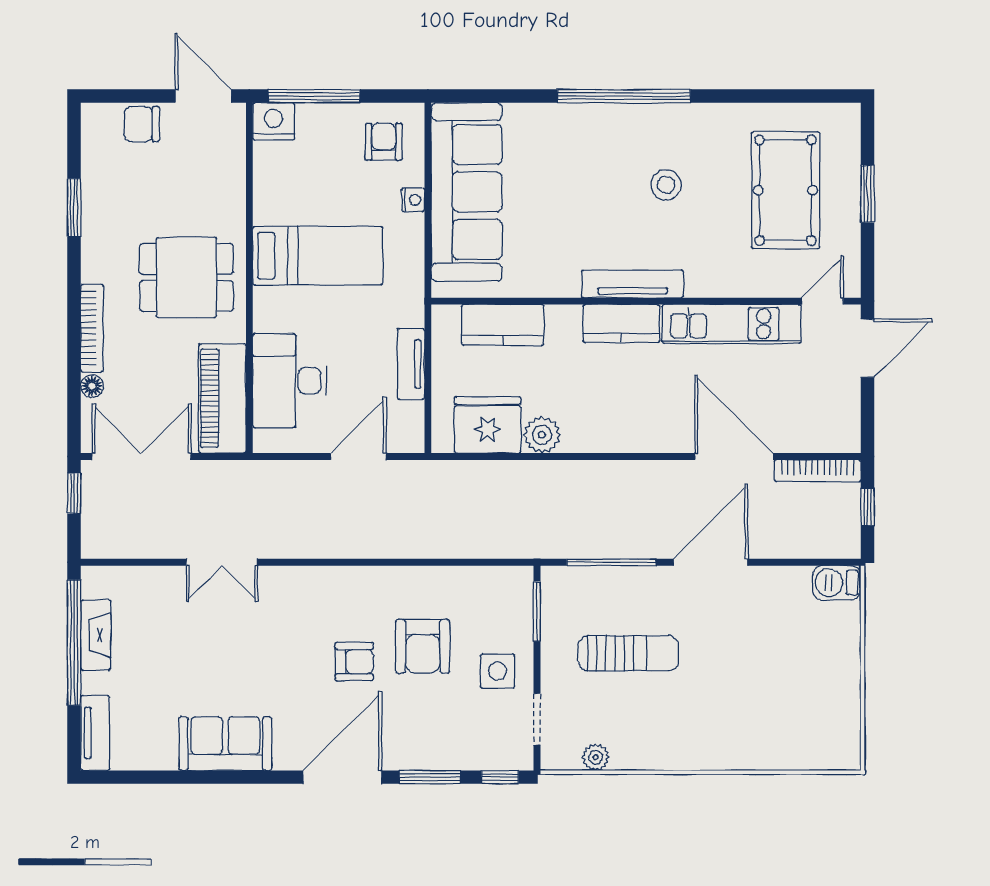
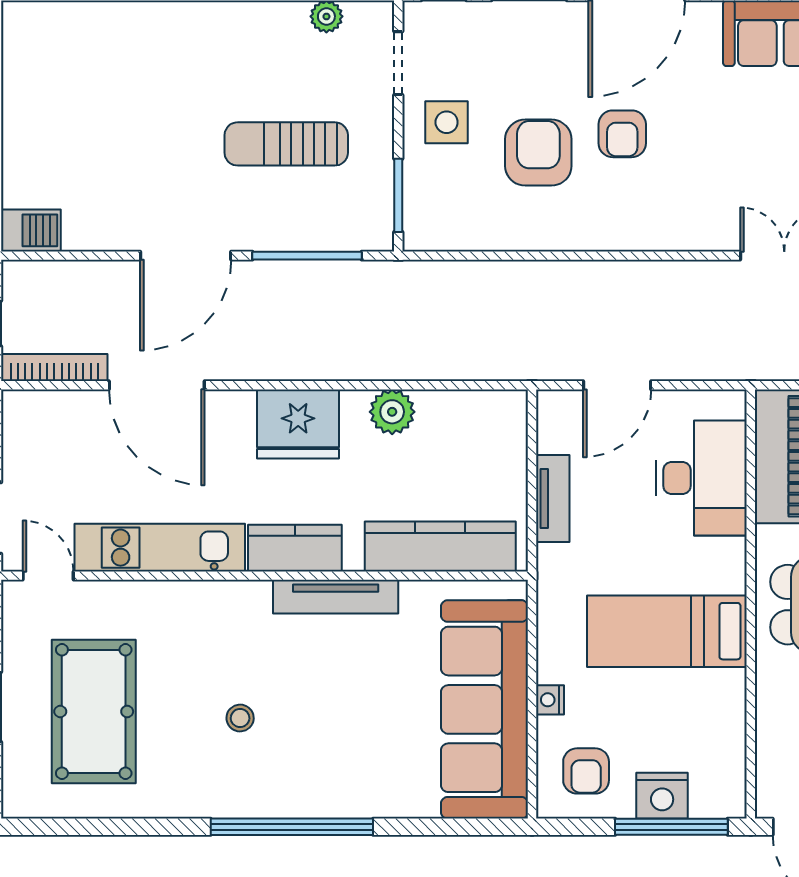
nightstand: (274, 121) -> (662, 796), moved
stool: (666, 185) -> (240, 718), width x0.73, depth x0.73
tv unit: (632, 284) -> (336, 597), moved
door: (823, 301) -> (48, 576), swing flipped
kitchen counter: (503, 325) -> (440, 546), width x1.50
fridge: (488, 425) -> (298, 424), moved
armchair: (354, 662) -> (622, 134), turned -90

